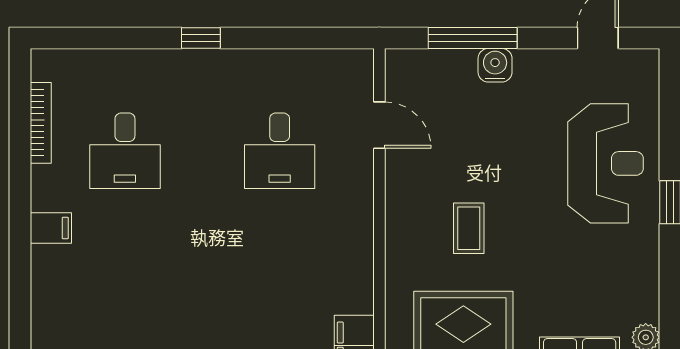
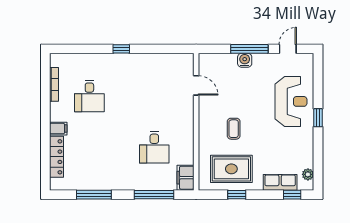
window: (473, 38) -> (249, 49), moved
desk: (280, 151) -> (154, 147), moved
locker: (47, 295) -> (57, 157), added

